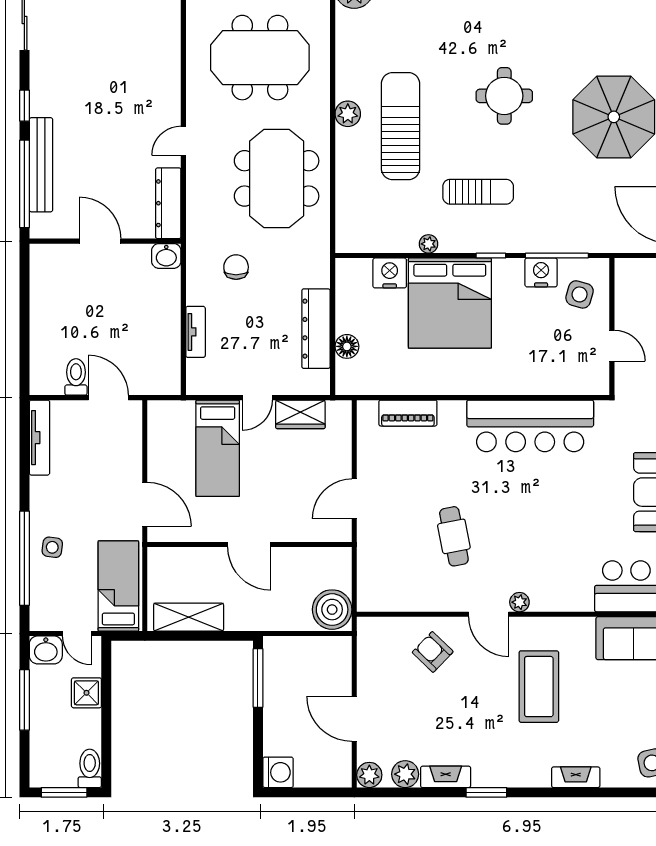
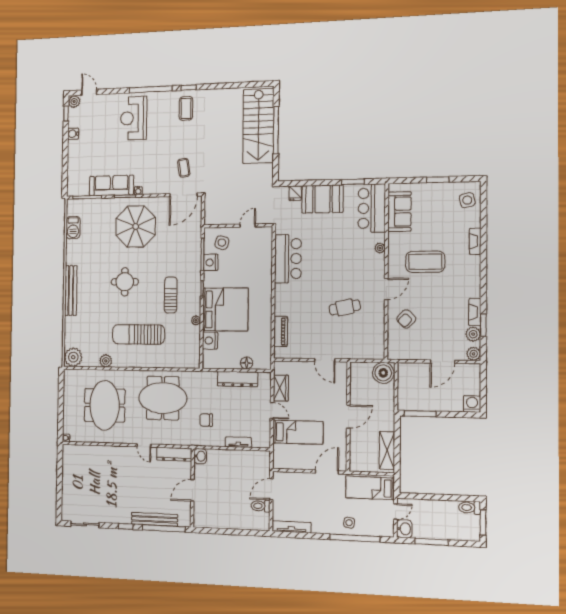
plant: (348, 114) -> (106, 361), moved
bar counter: (530, 426) -> (288, 259), width x0.73
plant: (519, 602) -> (380, 248), moved
shower: (86, 693) -> (428, 508), removed
window: (486, 792) -> (483, 325), moved

